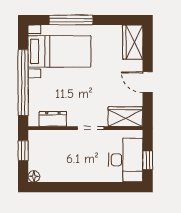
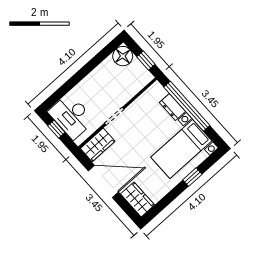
window: (71, 20) -> (192, 177), width x0.46
door: (148, 82) -> (103, 181), width x1.87
dresser: (53, 119) -> (172, 107), moved, turned 90
floor lamp: (34, 176) -> (123, 56), width x1.89, depth x1.89

